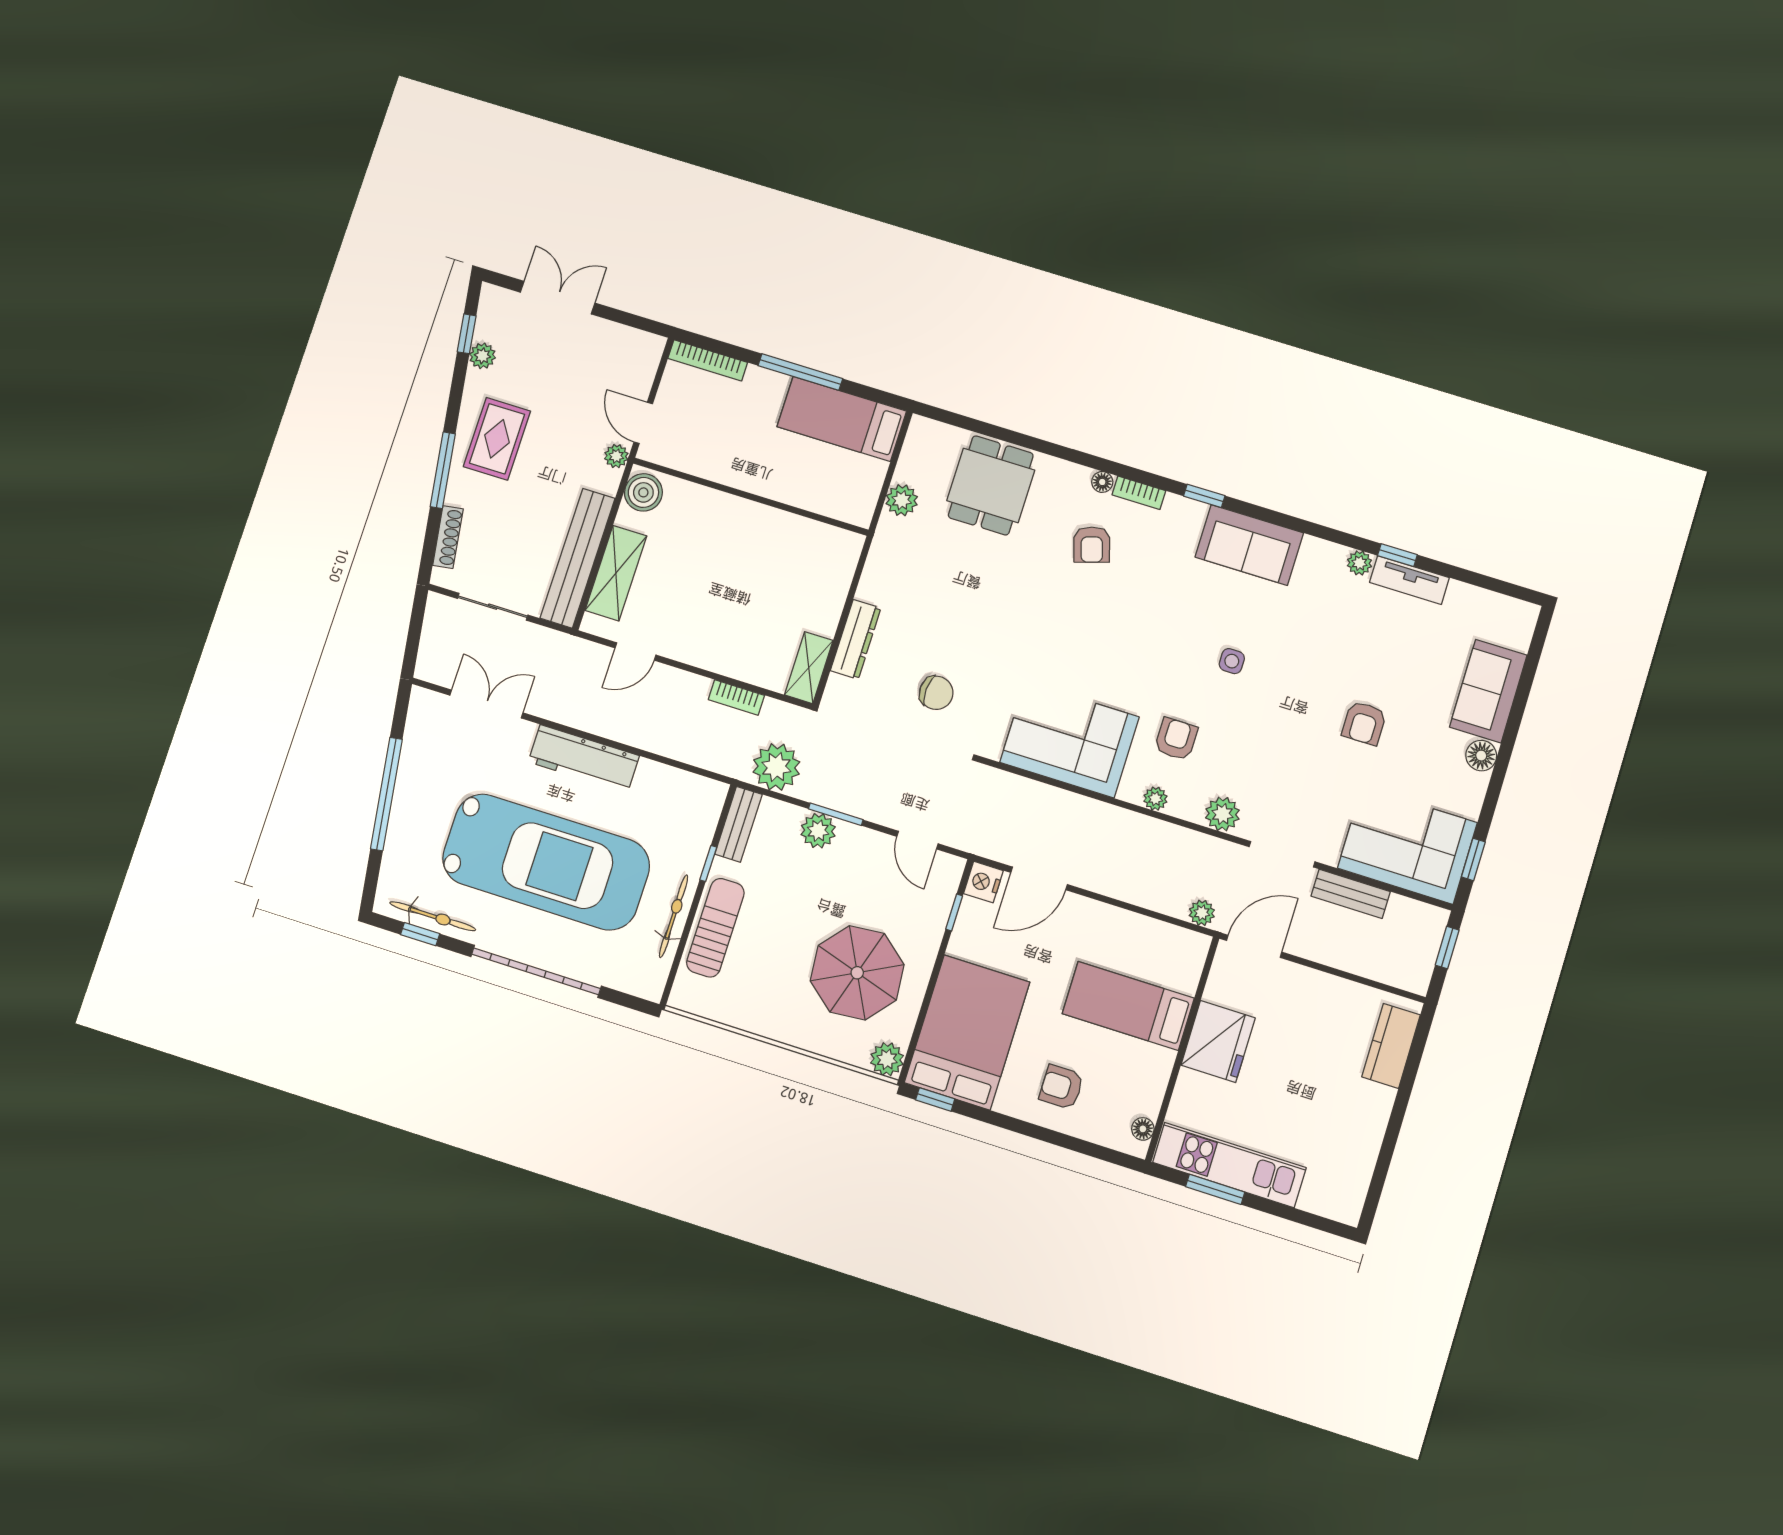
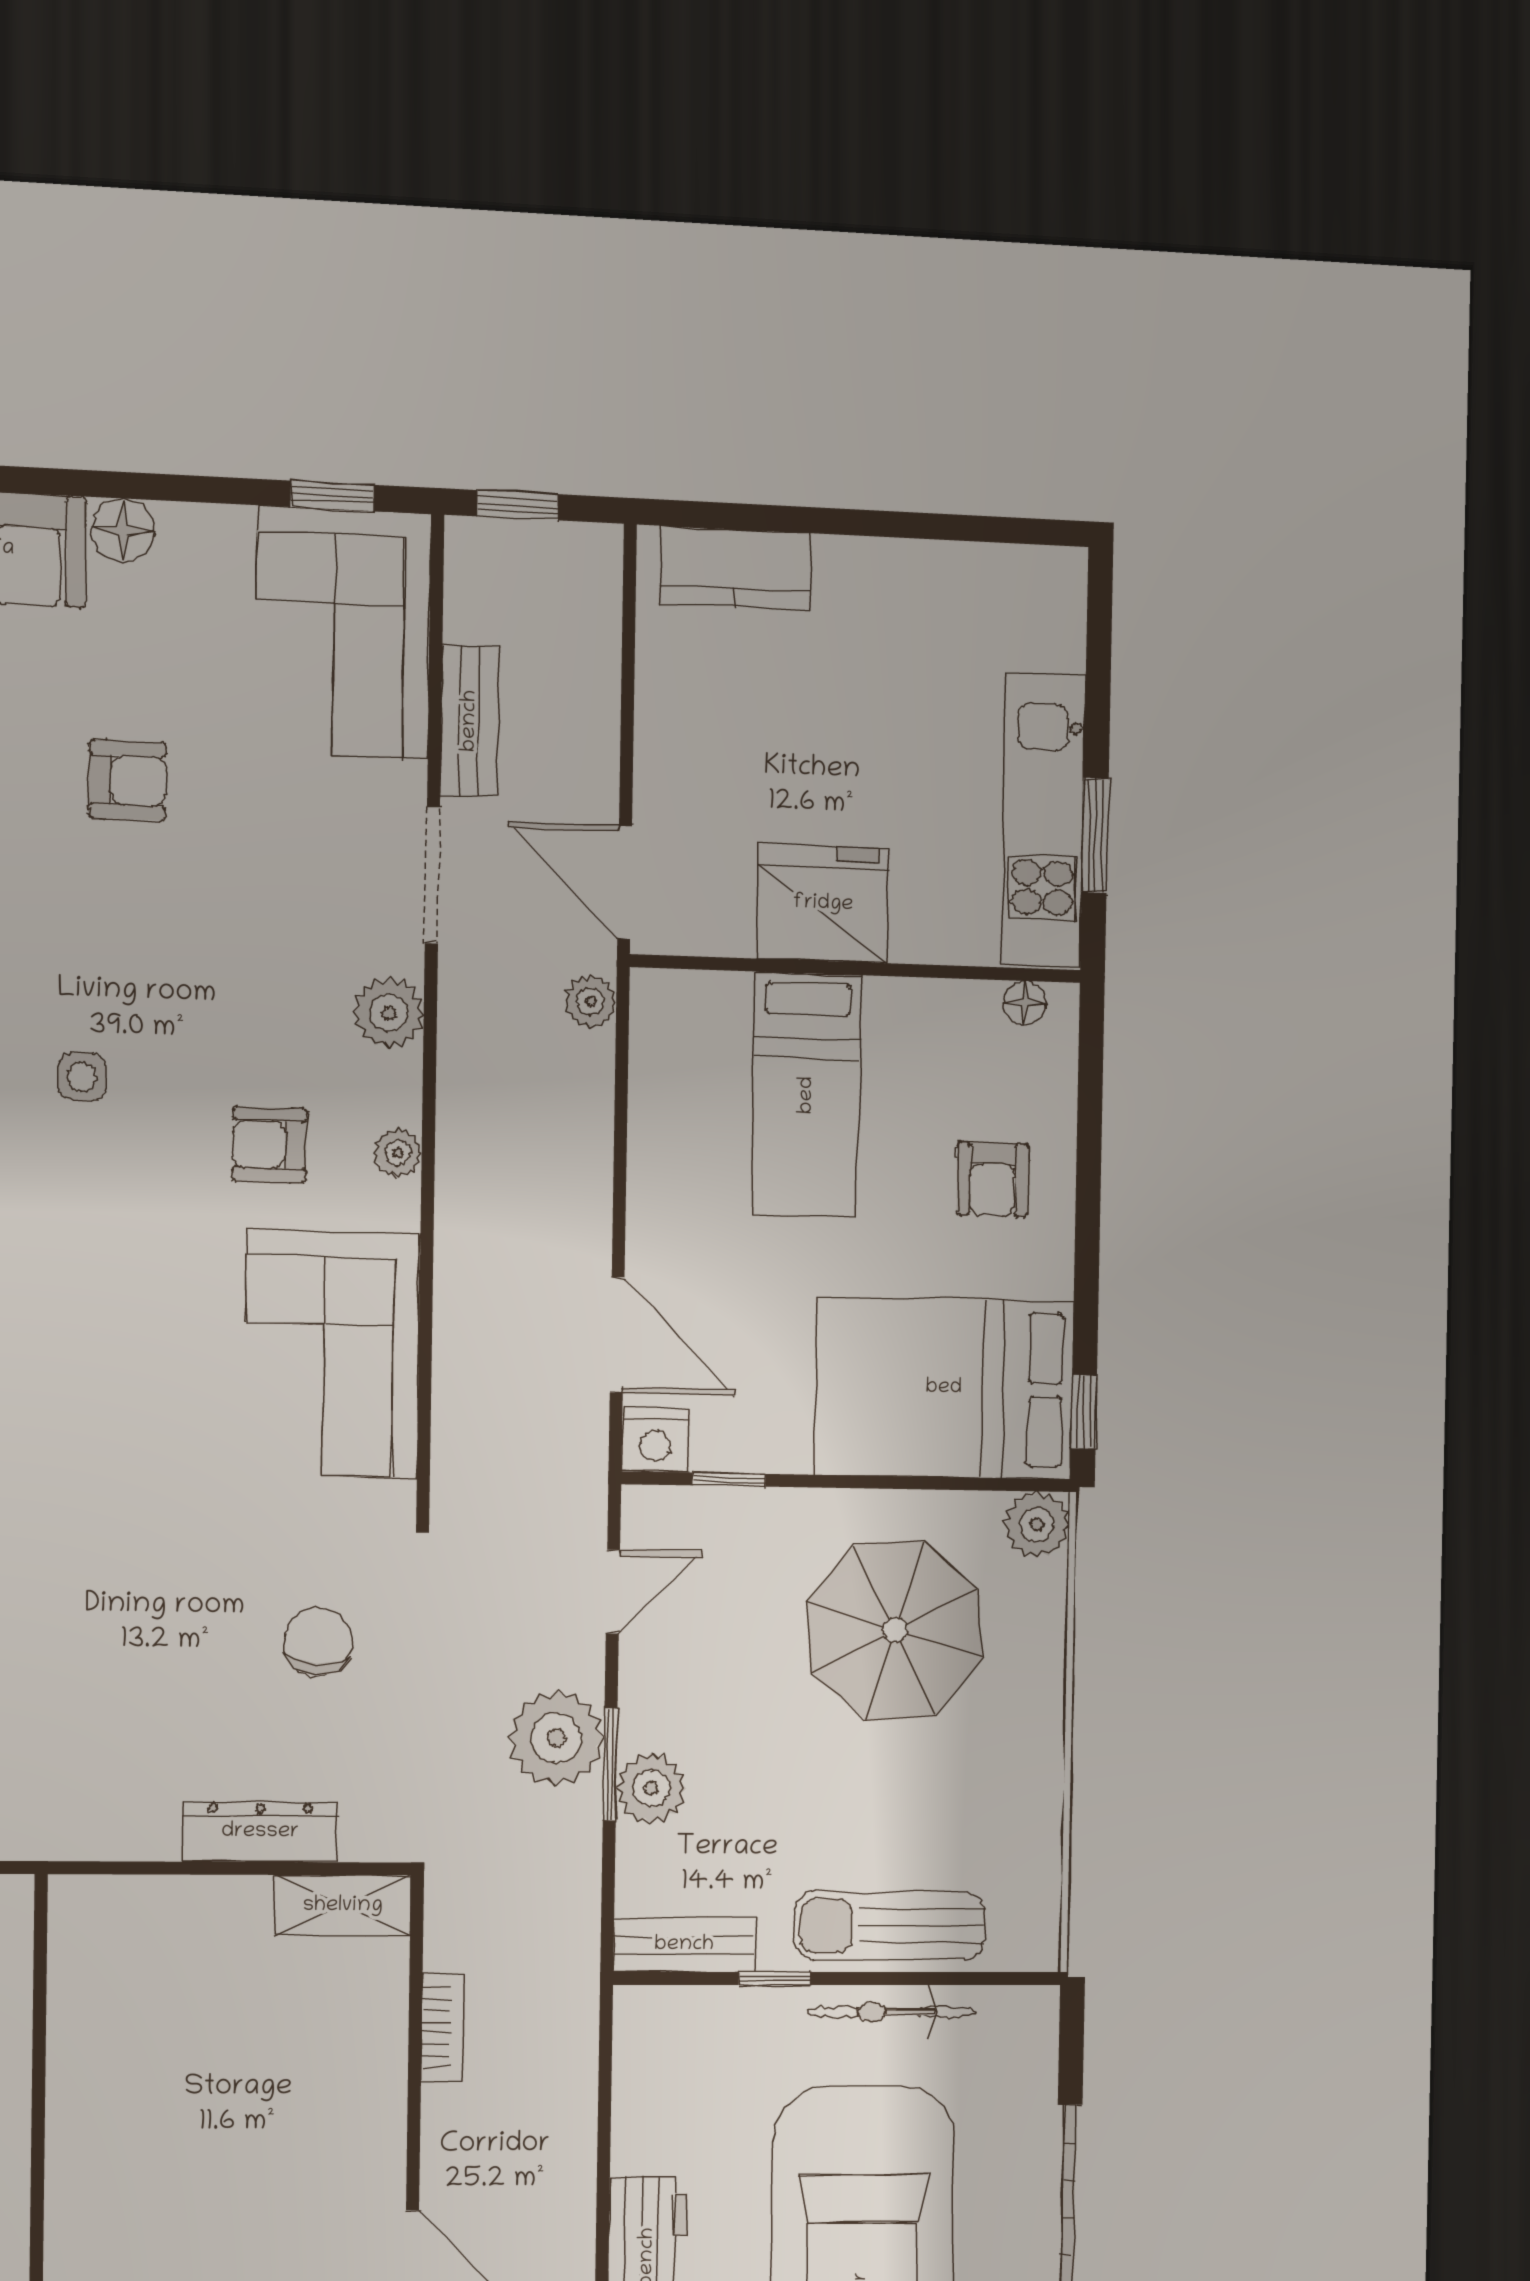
plant: (776, 767) -> (556, 1738), moved

